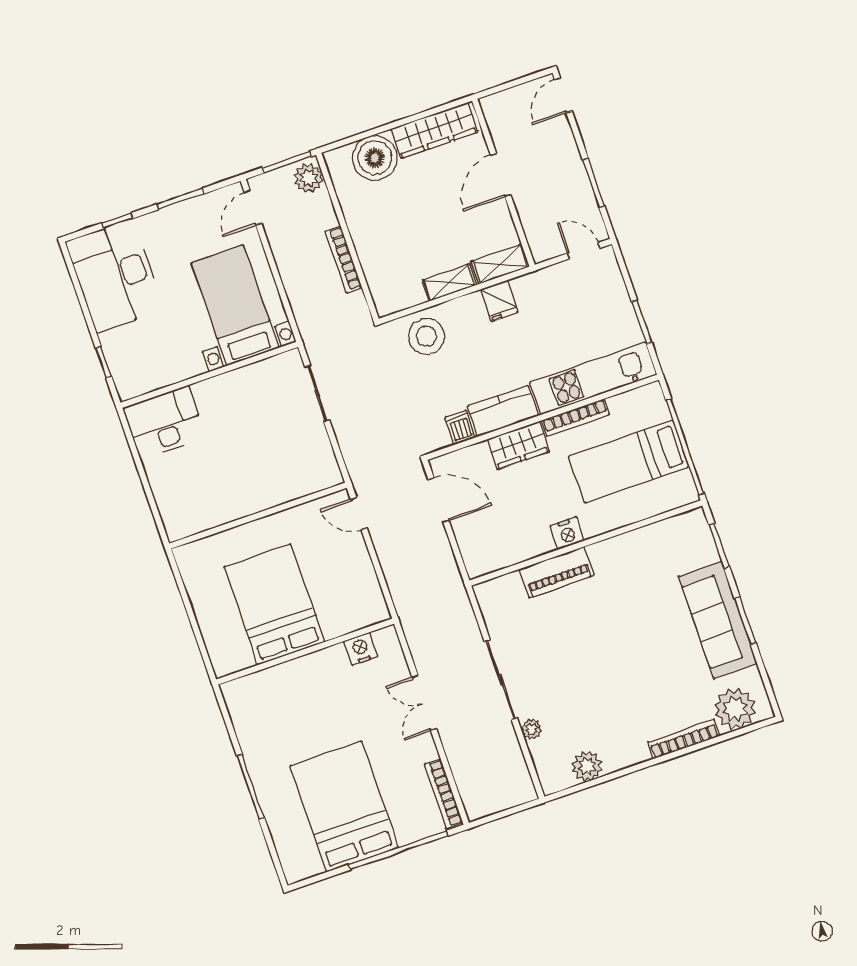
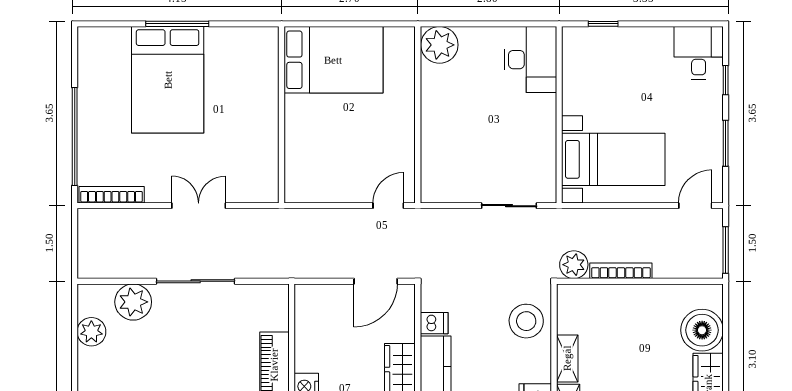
plant: (309, 178) -> (574, 265), moved
door: (253, 208) -> (695, 206), hinge flipped
desk: (115, 276) -> (699, 53), width x0.53, depth x0.77
plant: (181, 518) -> (439, 45), added
bed: (274, 604) -> (333, 60), moved
nightstand: (361, 649) -> (267, 165), removed
plant: (532, 729) -> (133, 302), width x1.87, depth x1.87
bed: (344, 807) -> (168, 80), moved, turned 90

